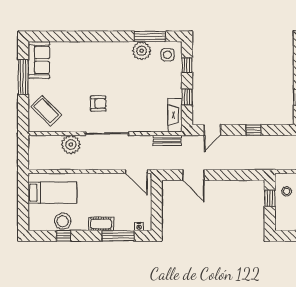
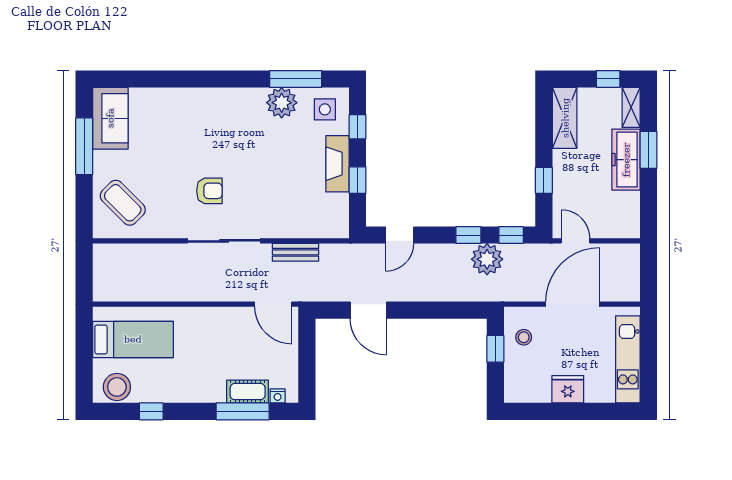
fireplace: (175, 115) -> (337, 164), moved
window: (279, 130) -> (511, 235), added
bench: (167, 140) -> (296, 252), moved
plant: (71, 145) -> (487, 259), moved
stool: (63, 221) -> (117, 387), moved
cot: (101, 224) -> (248, 392), moved

